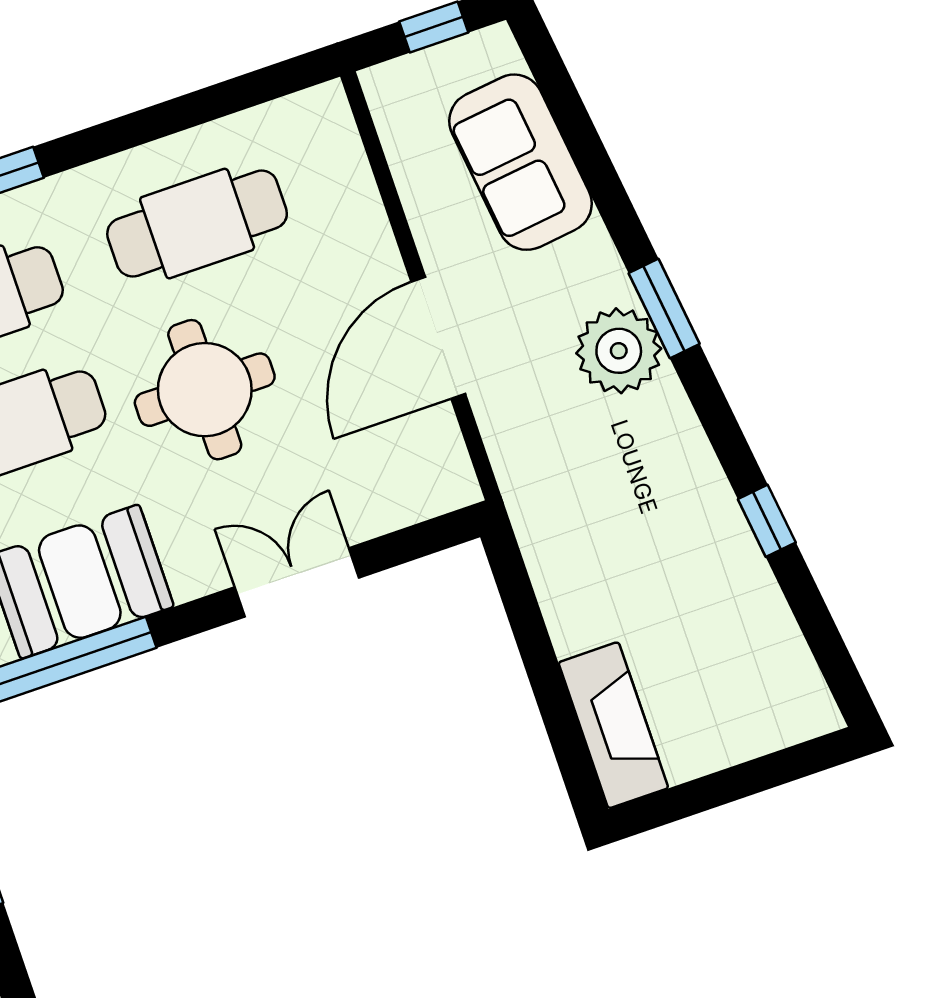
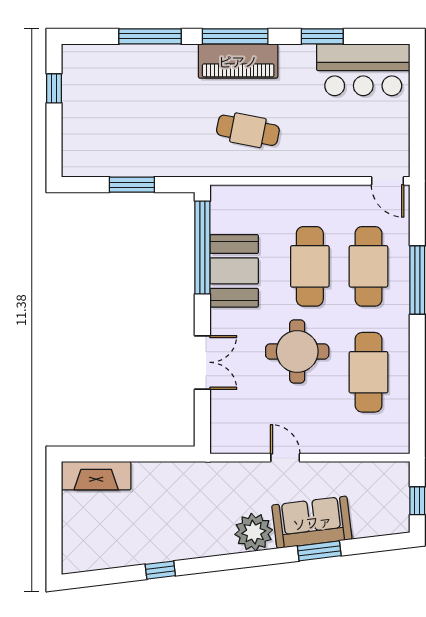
sofa: (521, 162) -> (312, 522), moved
window: (664, 308) -> (319, 551), moved
door: (438, 338) -> (285, 458), width x0.53

